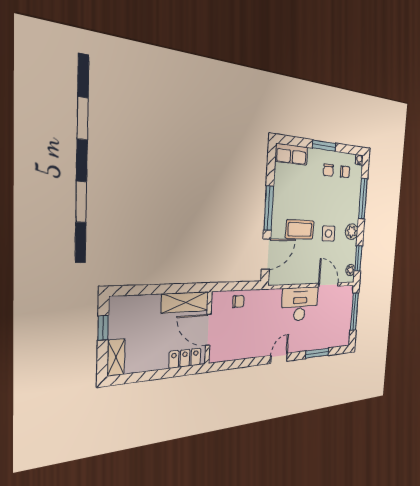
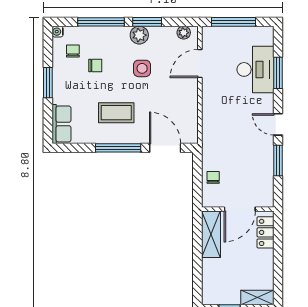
chair: (328, 170) -> (95, 65), moved
coffee table: (300, 229) -> (116, 113), moved, turned 90
window: (358, 258) -> (147, 22), moved
desk: (300, 304) -> (255, 69), moved, turned 180
window: (250, 362) -> (278, 160), added

